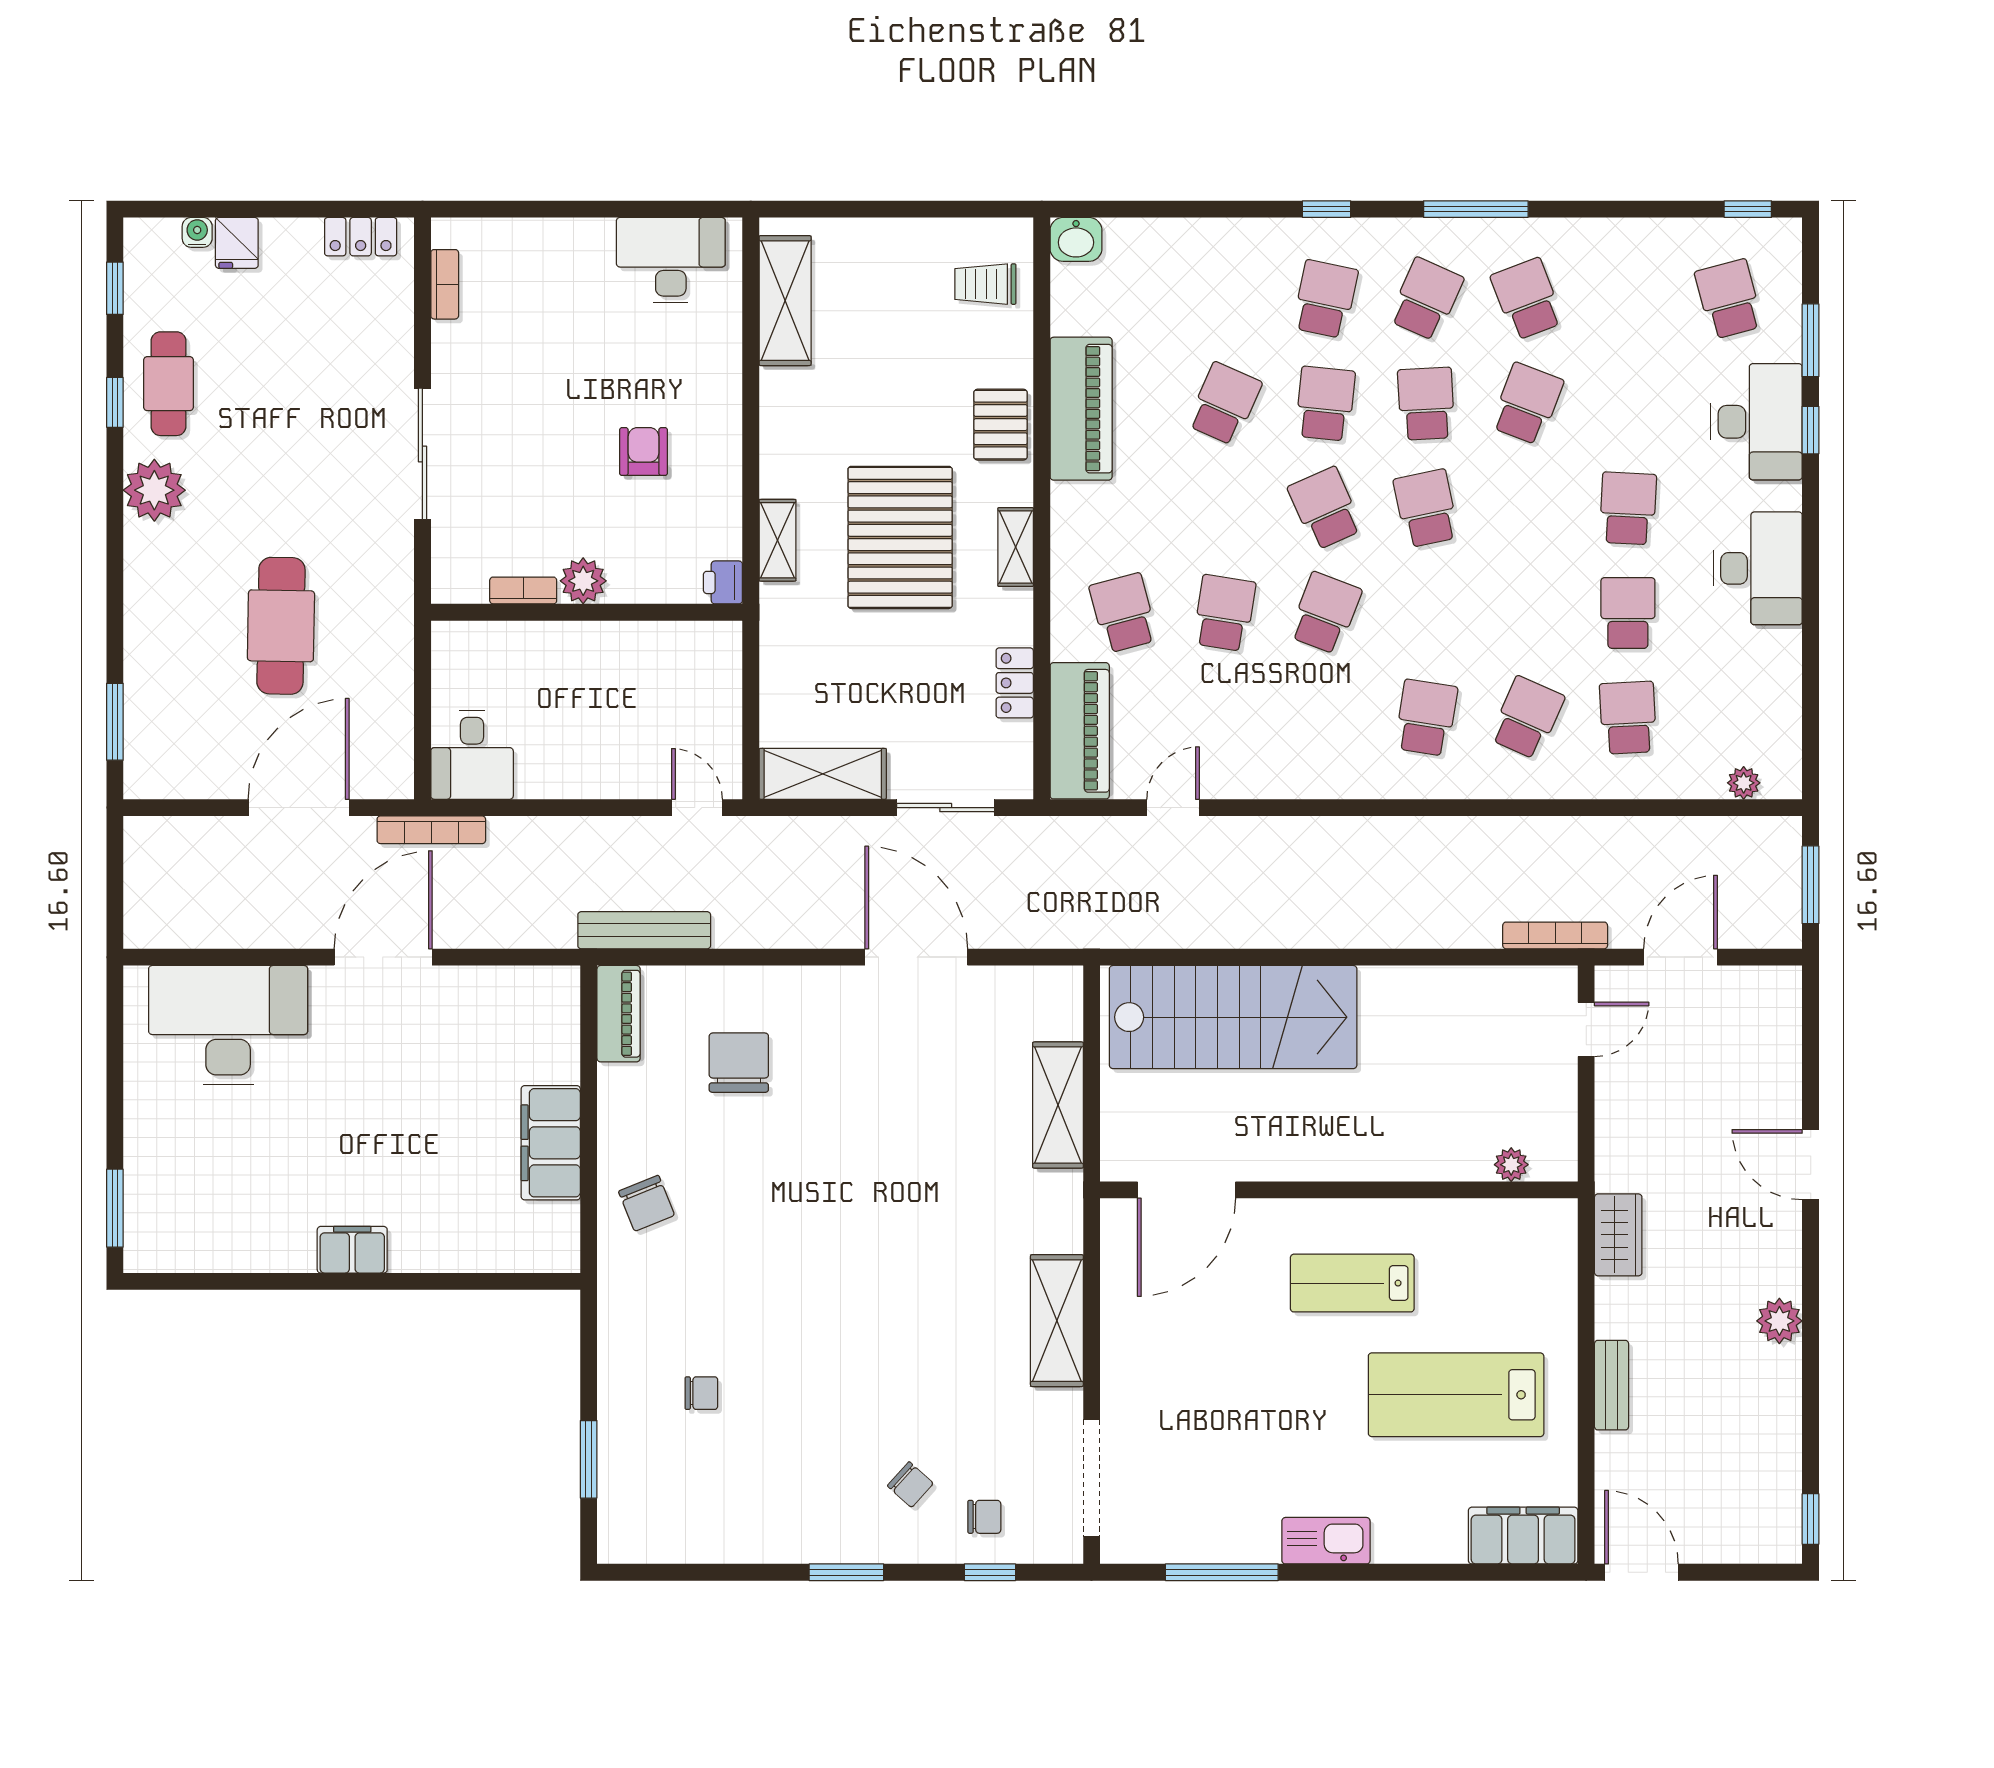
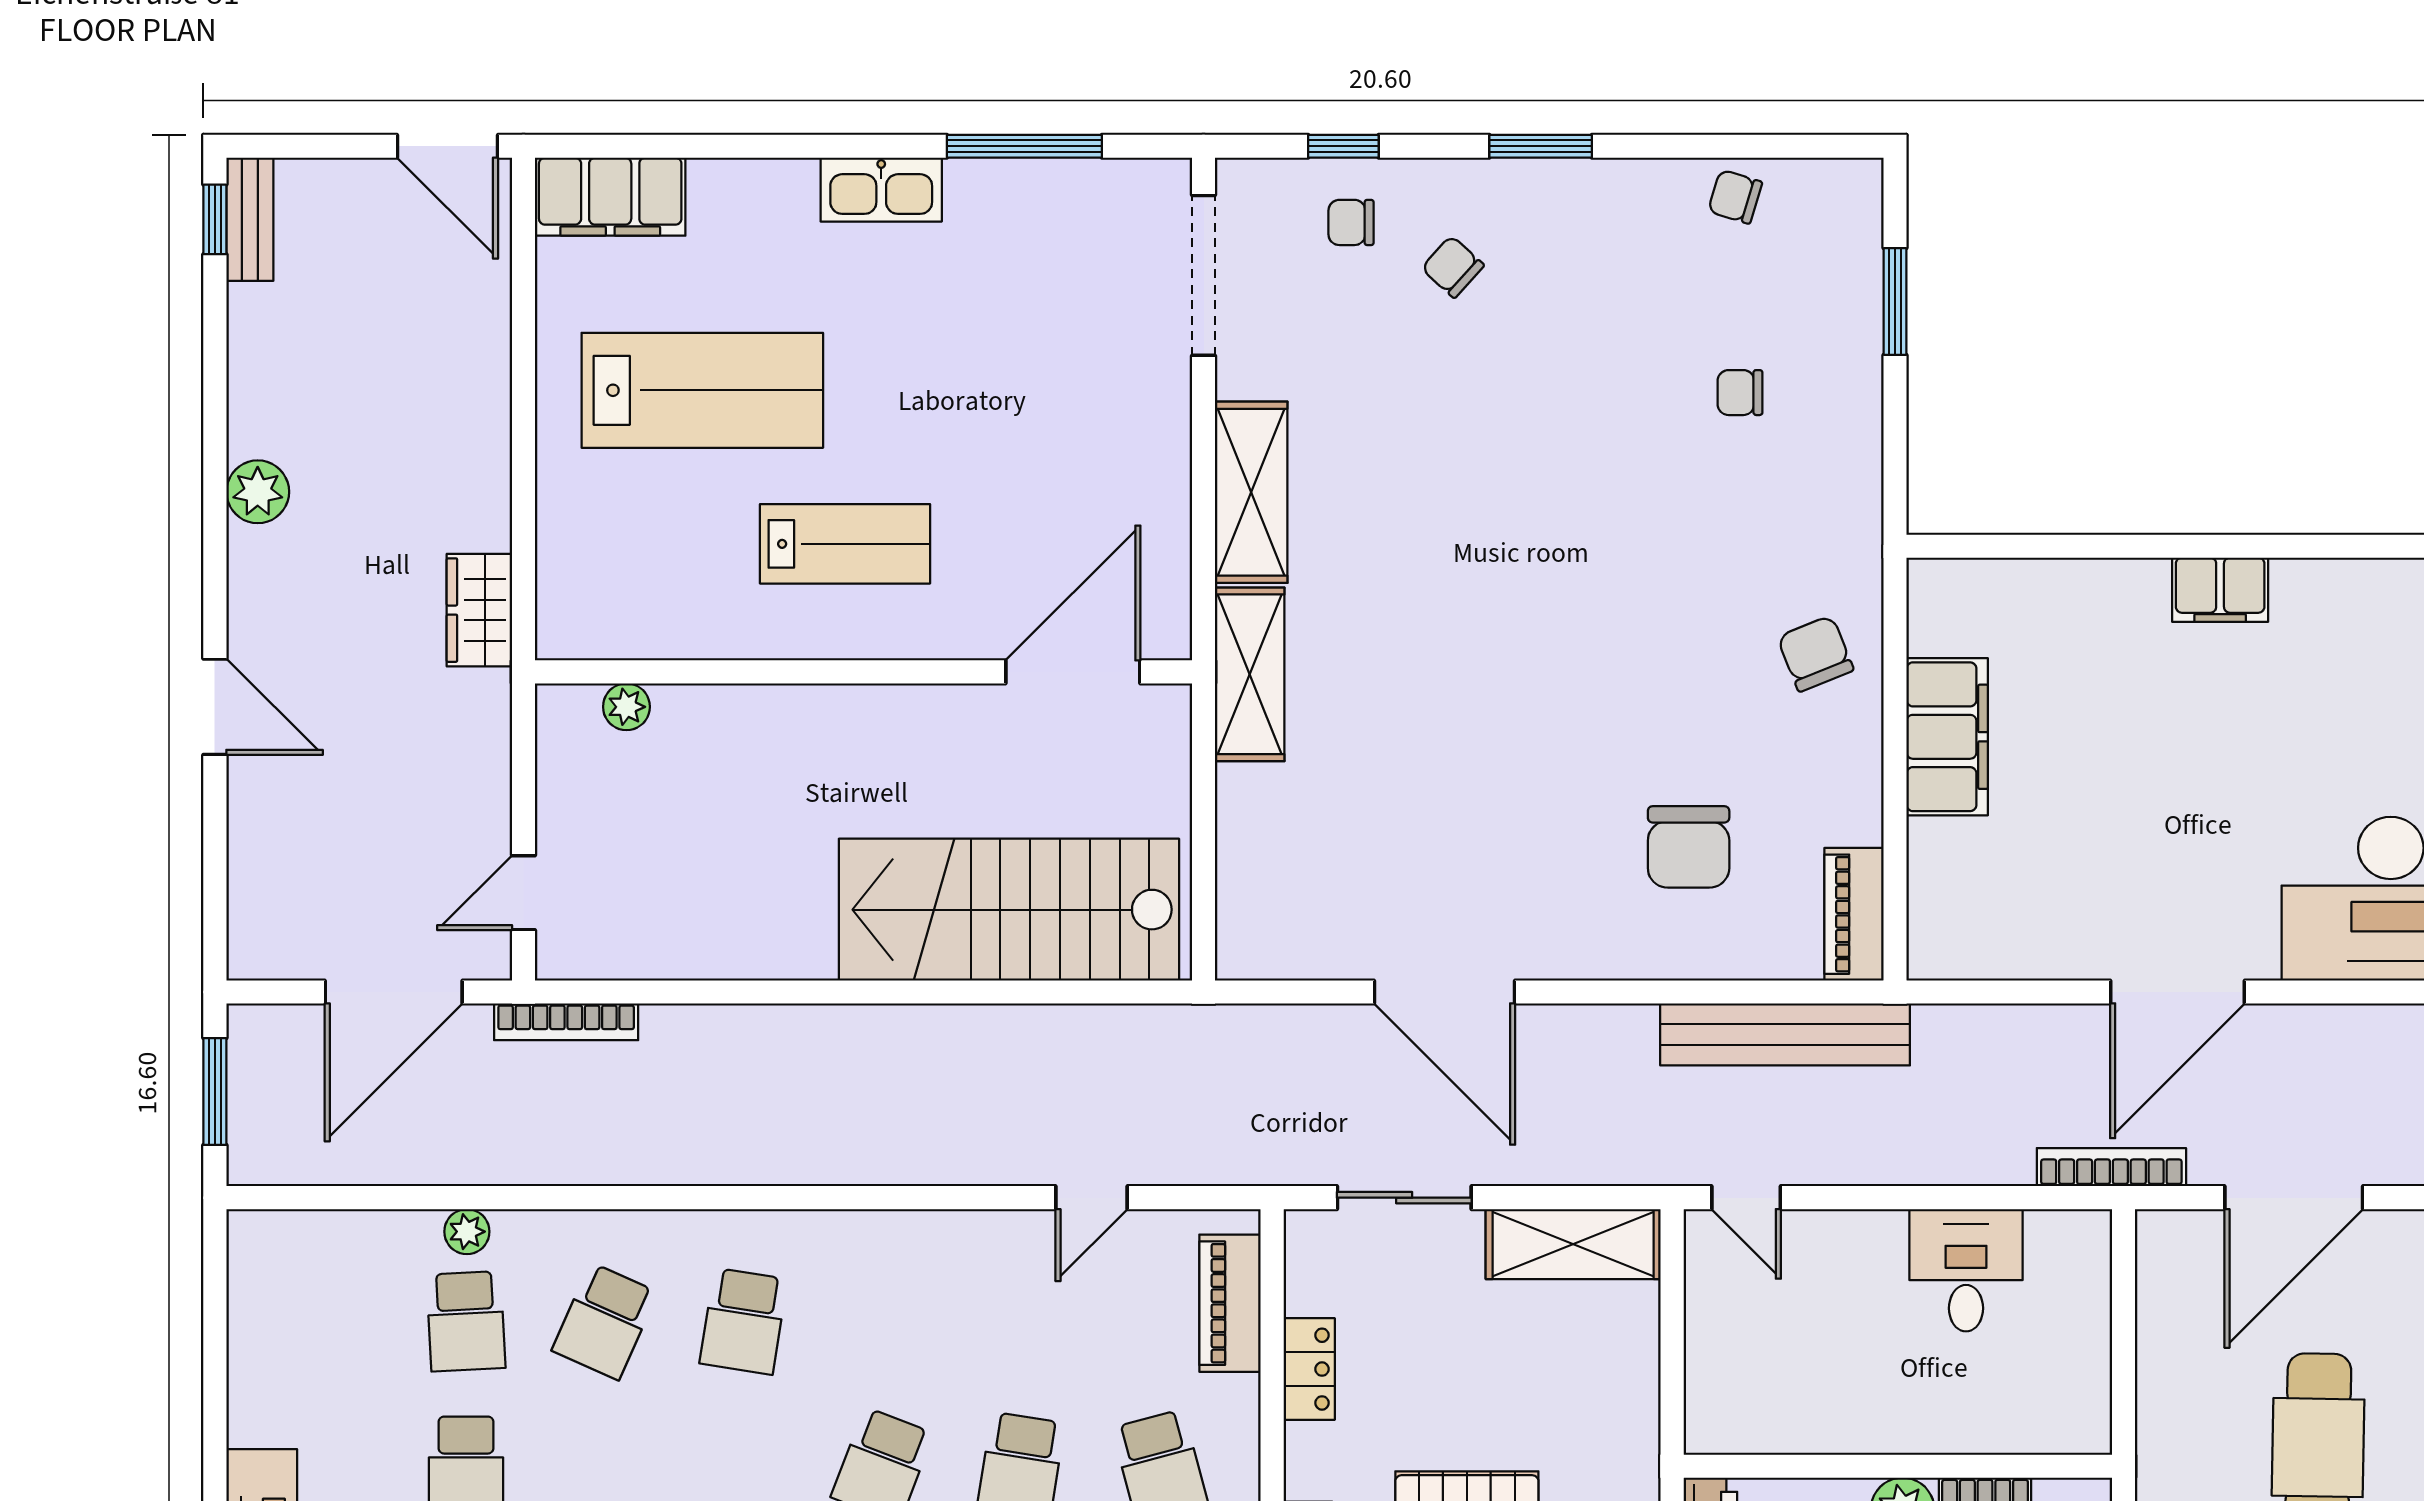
piano: (1080, 731) -> (1230, 1303), width x0.73, depth x0.75
desk: (472, 755) -> (1966, 1270), moved
plant: (1744, 783) -> (467, 1232), moved
bench: (644, 930) -> (1785, 1034), width x1.37, depth x1.21
door: (1681, 957) -> (394, 992), width x1.36
shelving: (1058, 1105) -> (1250, 674), moved
bench: (1612, 1385) -> (250, 219), moved
chair: (705, 1536) -> (1735, 197), added

